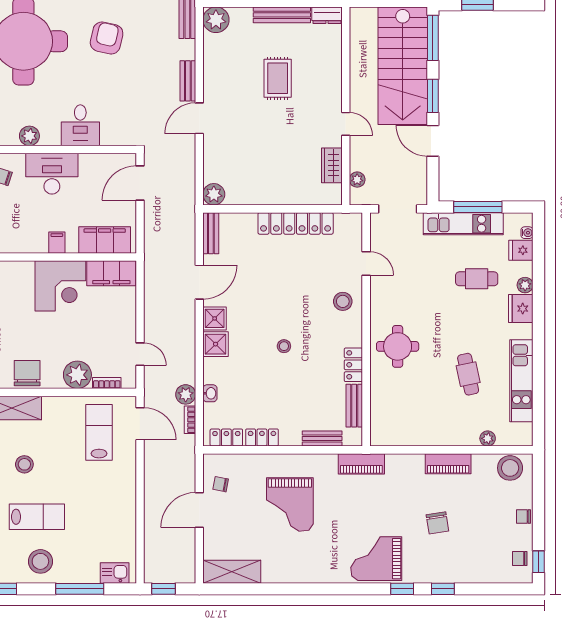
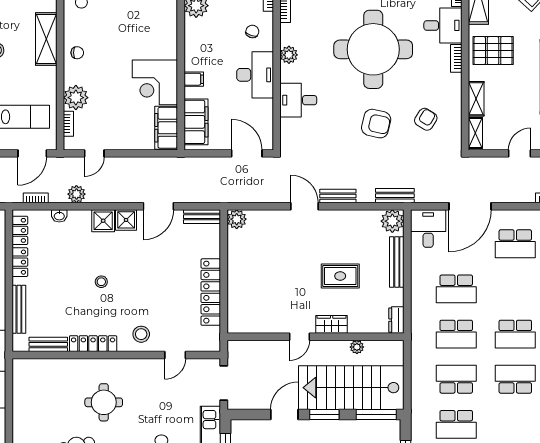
bench: (282, 15) -> (397, 262), moved
wardrobe: (332, 165) -> (332, 324), moved
plant: (357, 180) -> (357, 347), moved
door: (199, 282) -> (158, 206), hinge flipped
round table: (398, 346) -> (104, 402), moved
locker: (353, 365) -> (93, 344), width x1.53
chair: (27, 373) -> (77, 53), width x0.54, depth x0.54
plant: (186, 394) -> (76, 194), moved
bench: (322, 439) -> (19, 309), width x1.36

